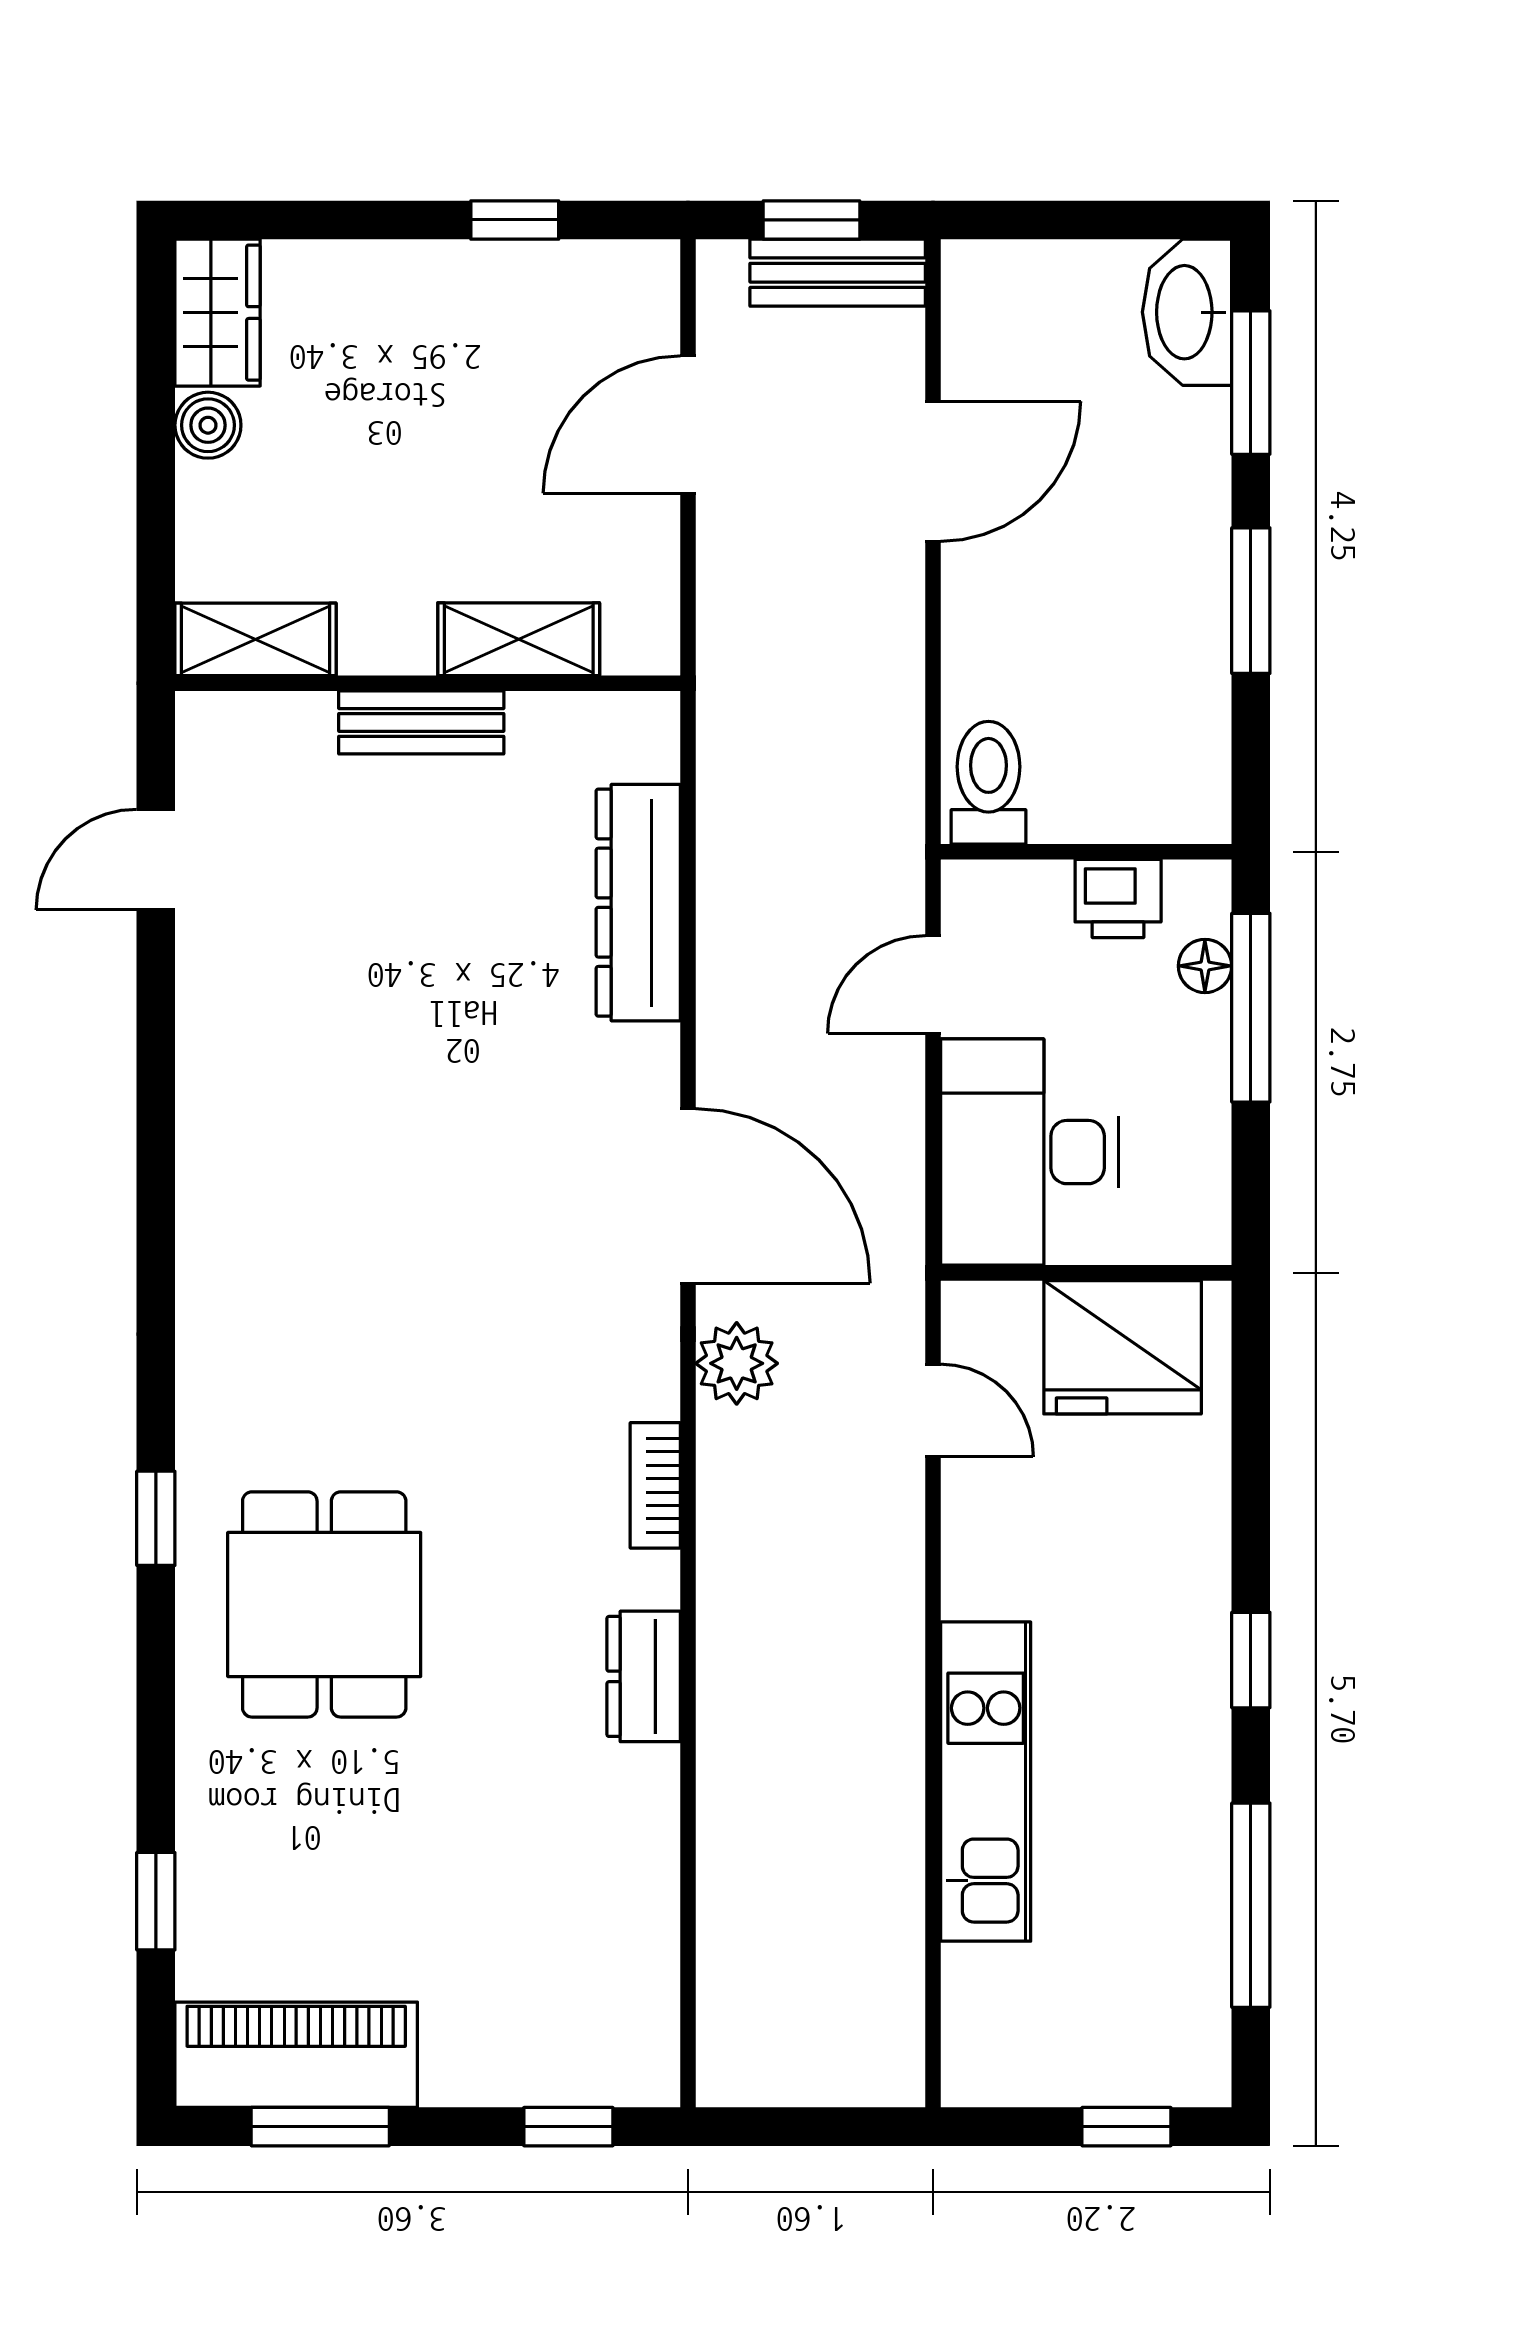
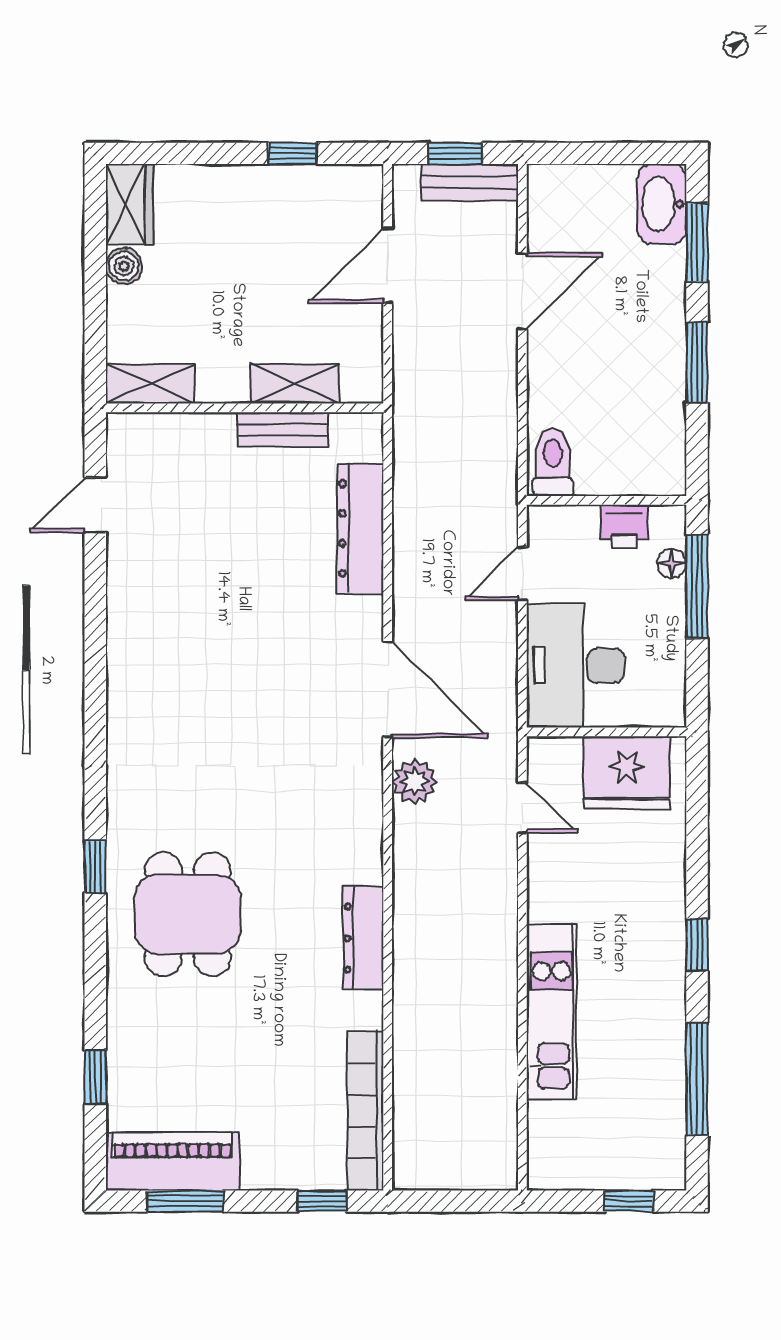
bench: (421, 722) -> (282, 429), moved
bookcase: (655, 1485) -> (365, 1111), moved, width x2.31, depth x1.31
dresser: (644, 1676) -> (363, 938), width x1.44

